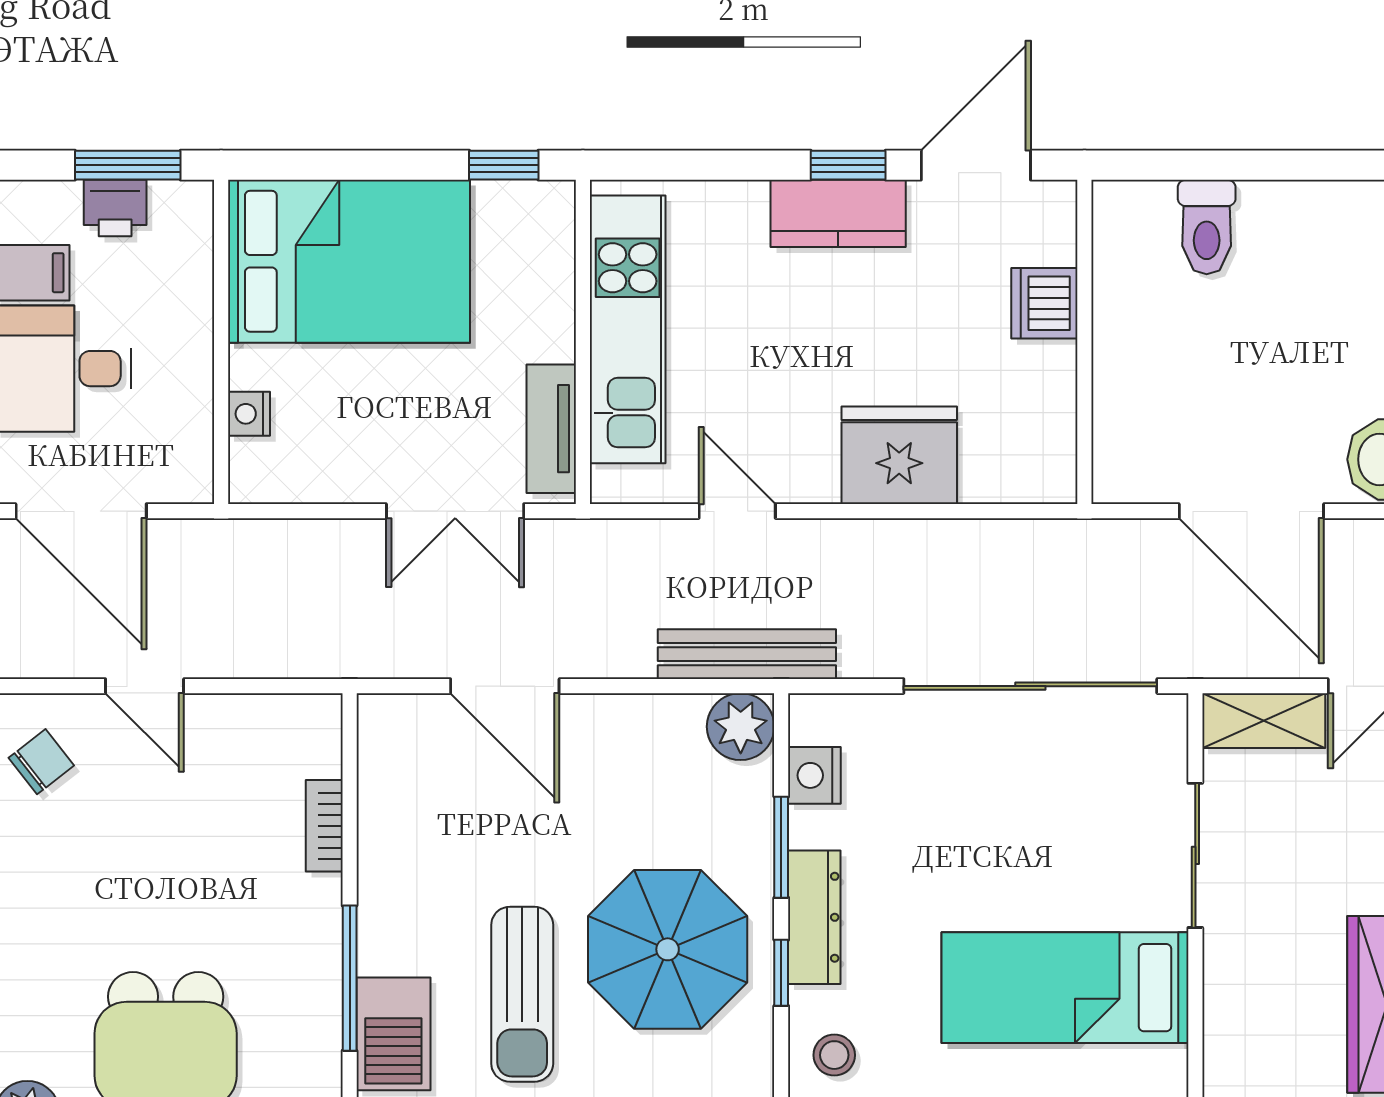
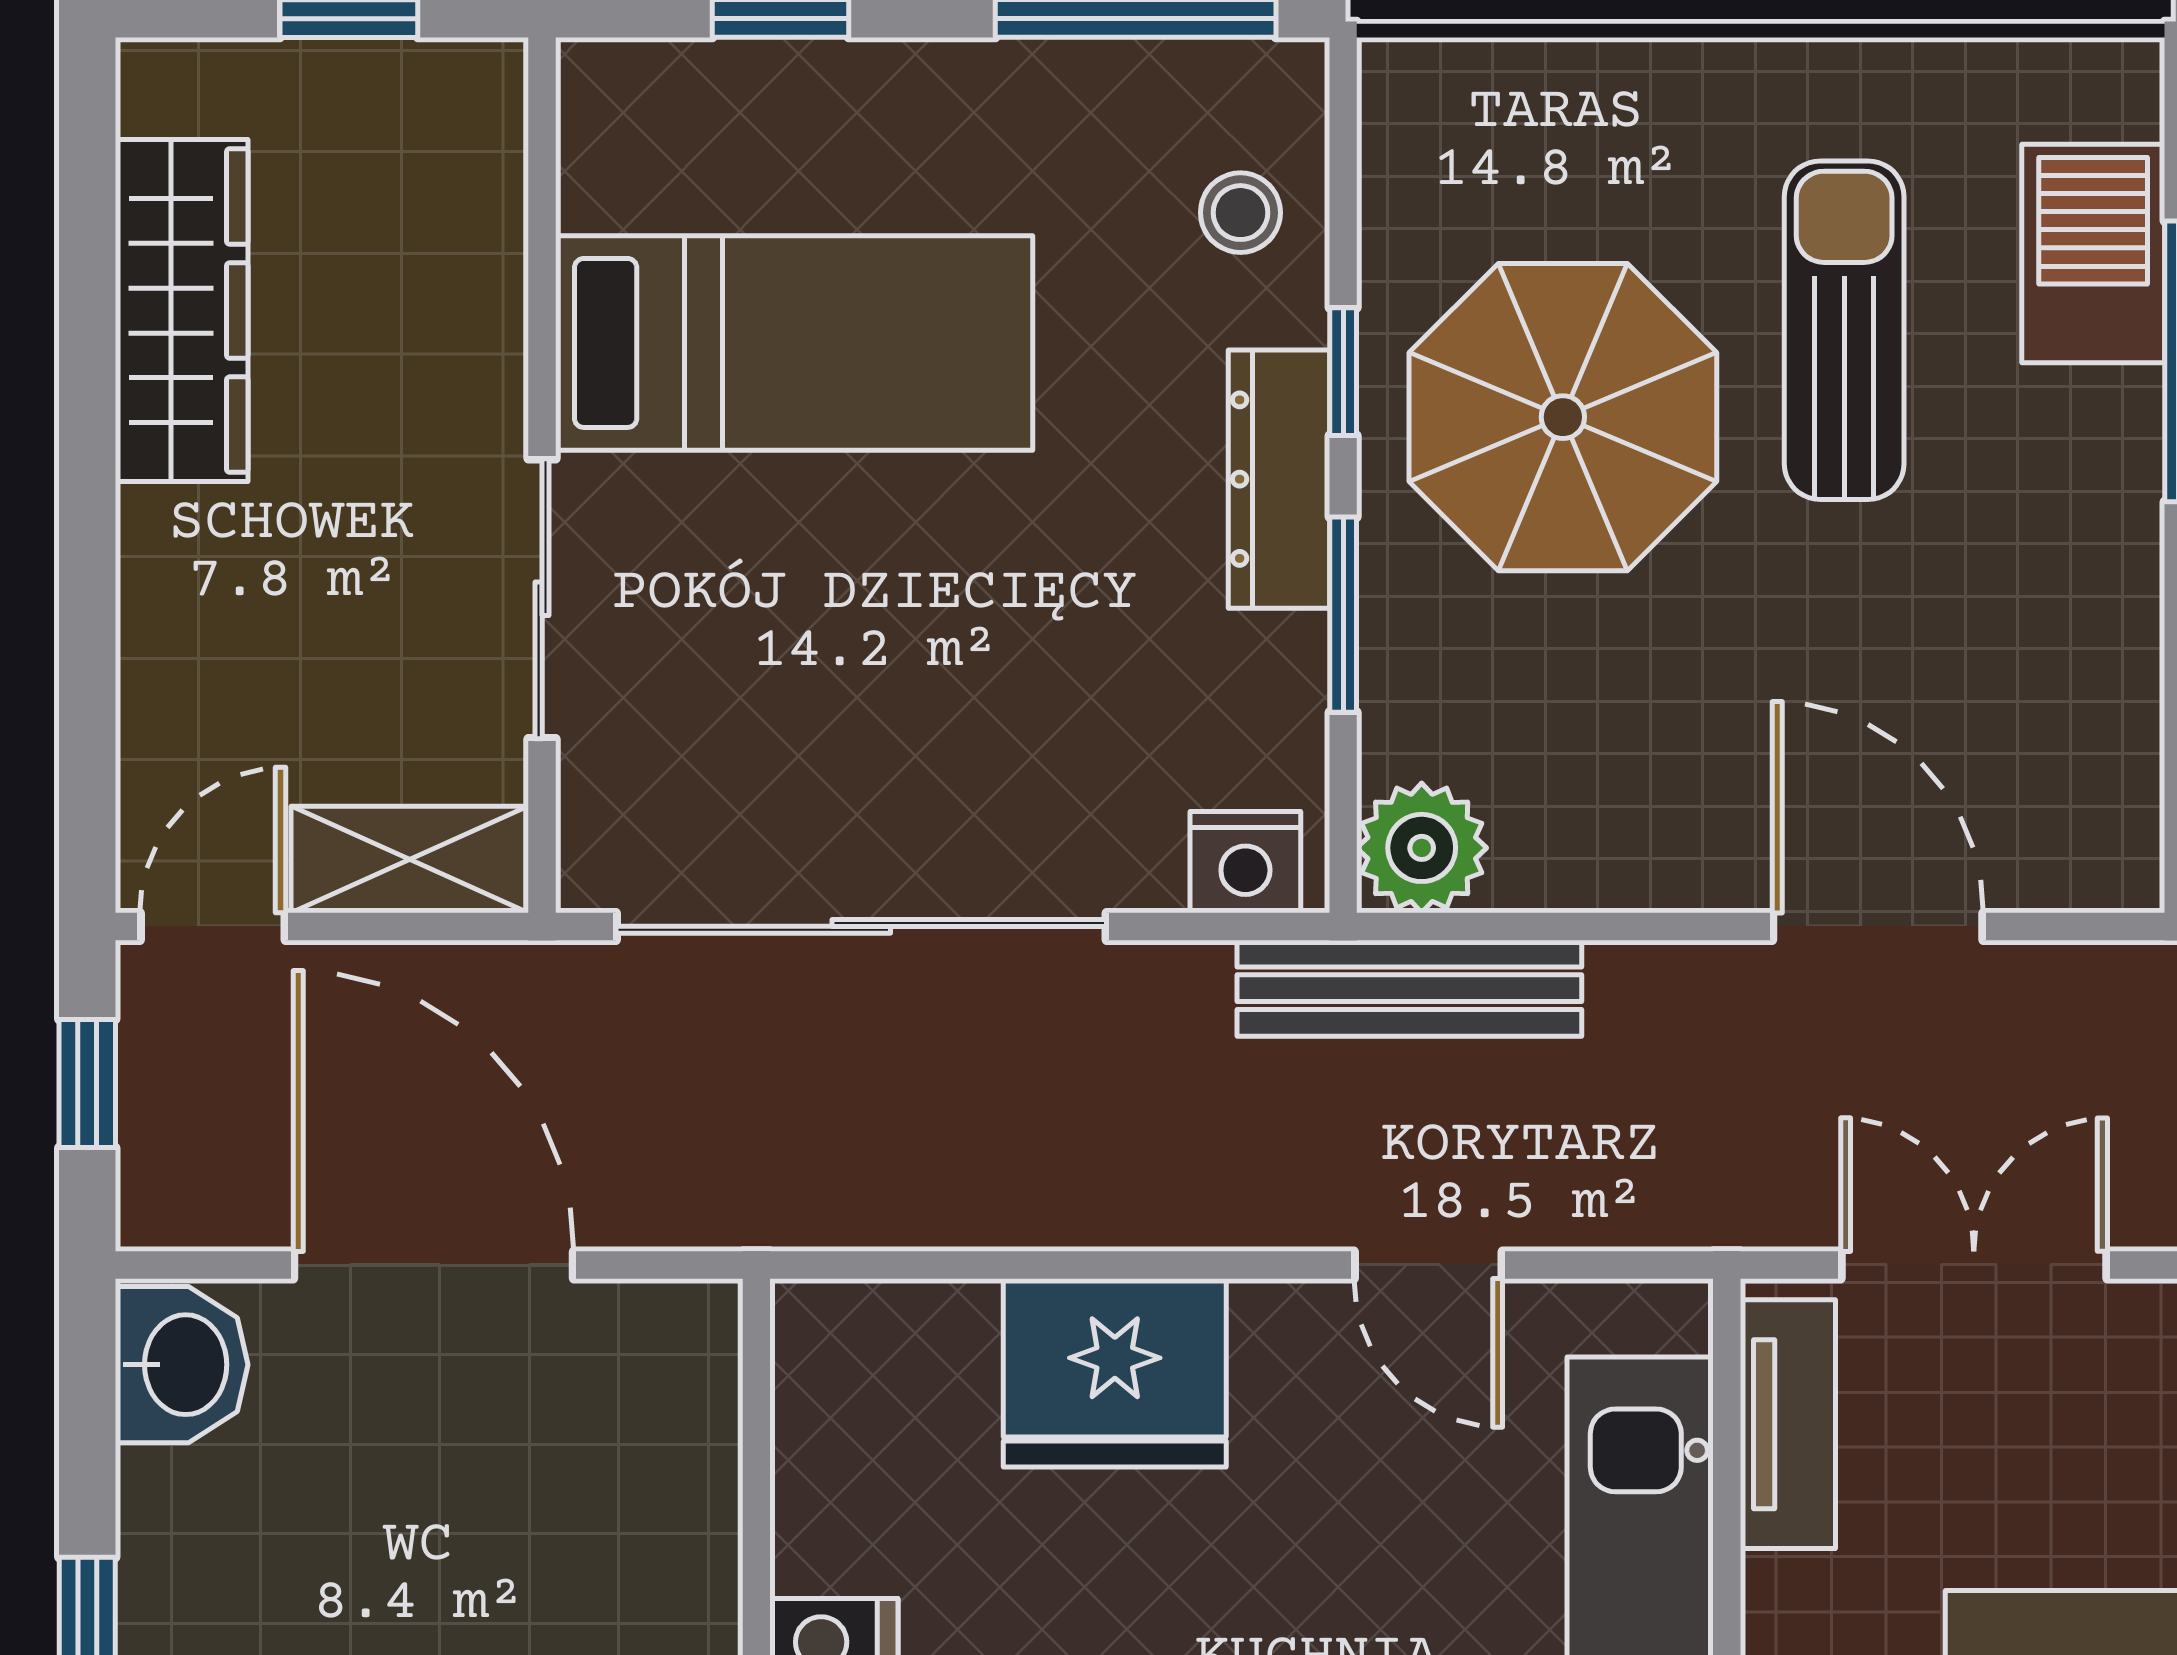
nightstand: (814, 775) -> (1245, 862), moved, turned 90

